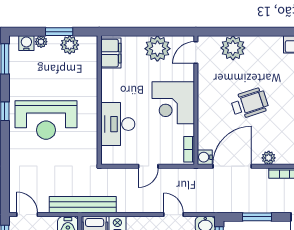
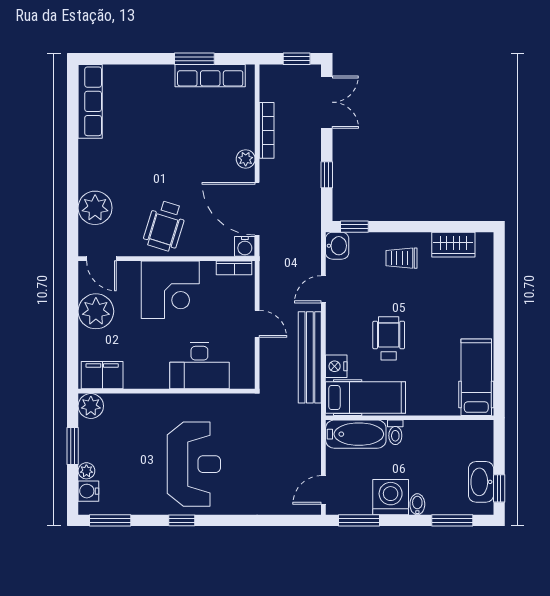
plant: (70, 45) -> (91, 406), moved
wheelchair: (250, 103) -> (165, 226), moved, turned -145
bench: (83, 205) -> (310, 357), moved
window: (257, 217) -> (327, 175), width x0.67

